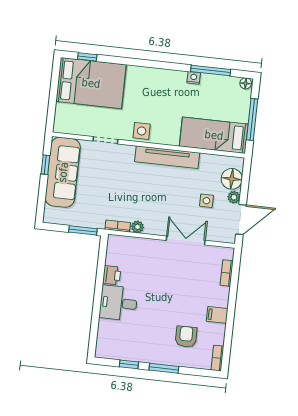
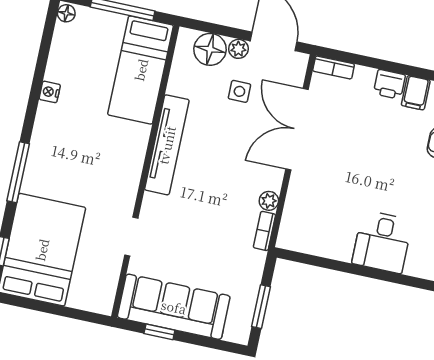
window: (211, 71) -> (18, 172), moved
side table: (142, 131) -> (123, 180), removed
window: (83, 230) -> (261, 307), moved
double door: (186, 240) -> (297, 129), width x1.37
bookcase: (227, 273) -> (334, 68), moved
printer: (112, 275) -> (389, 84), moved, turned 180

